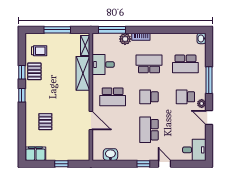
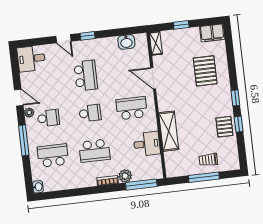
shelving: (85, 45) -> (156, 43), moved
trolley: (39, 51) -> (208, 160), moved
pallet: (45, 122) -> (205, 71), width x1.50, depth x1.42

